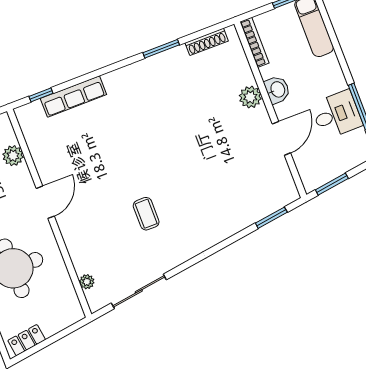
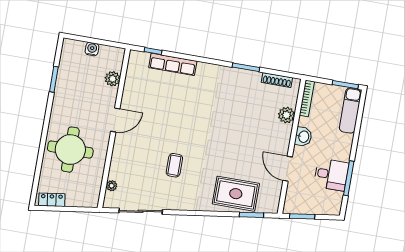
plant: (250, 97) -> (286, 115), moved
door: (281, 138) -> (288, 169), swing flipped
rug: (238, 204) -> (236, 194), added

